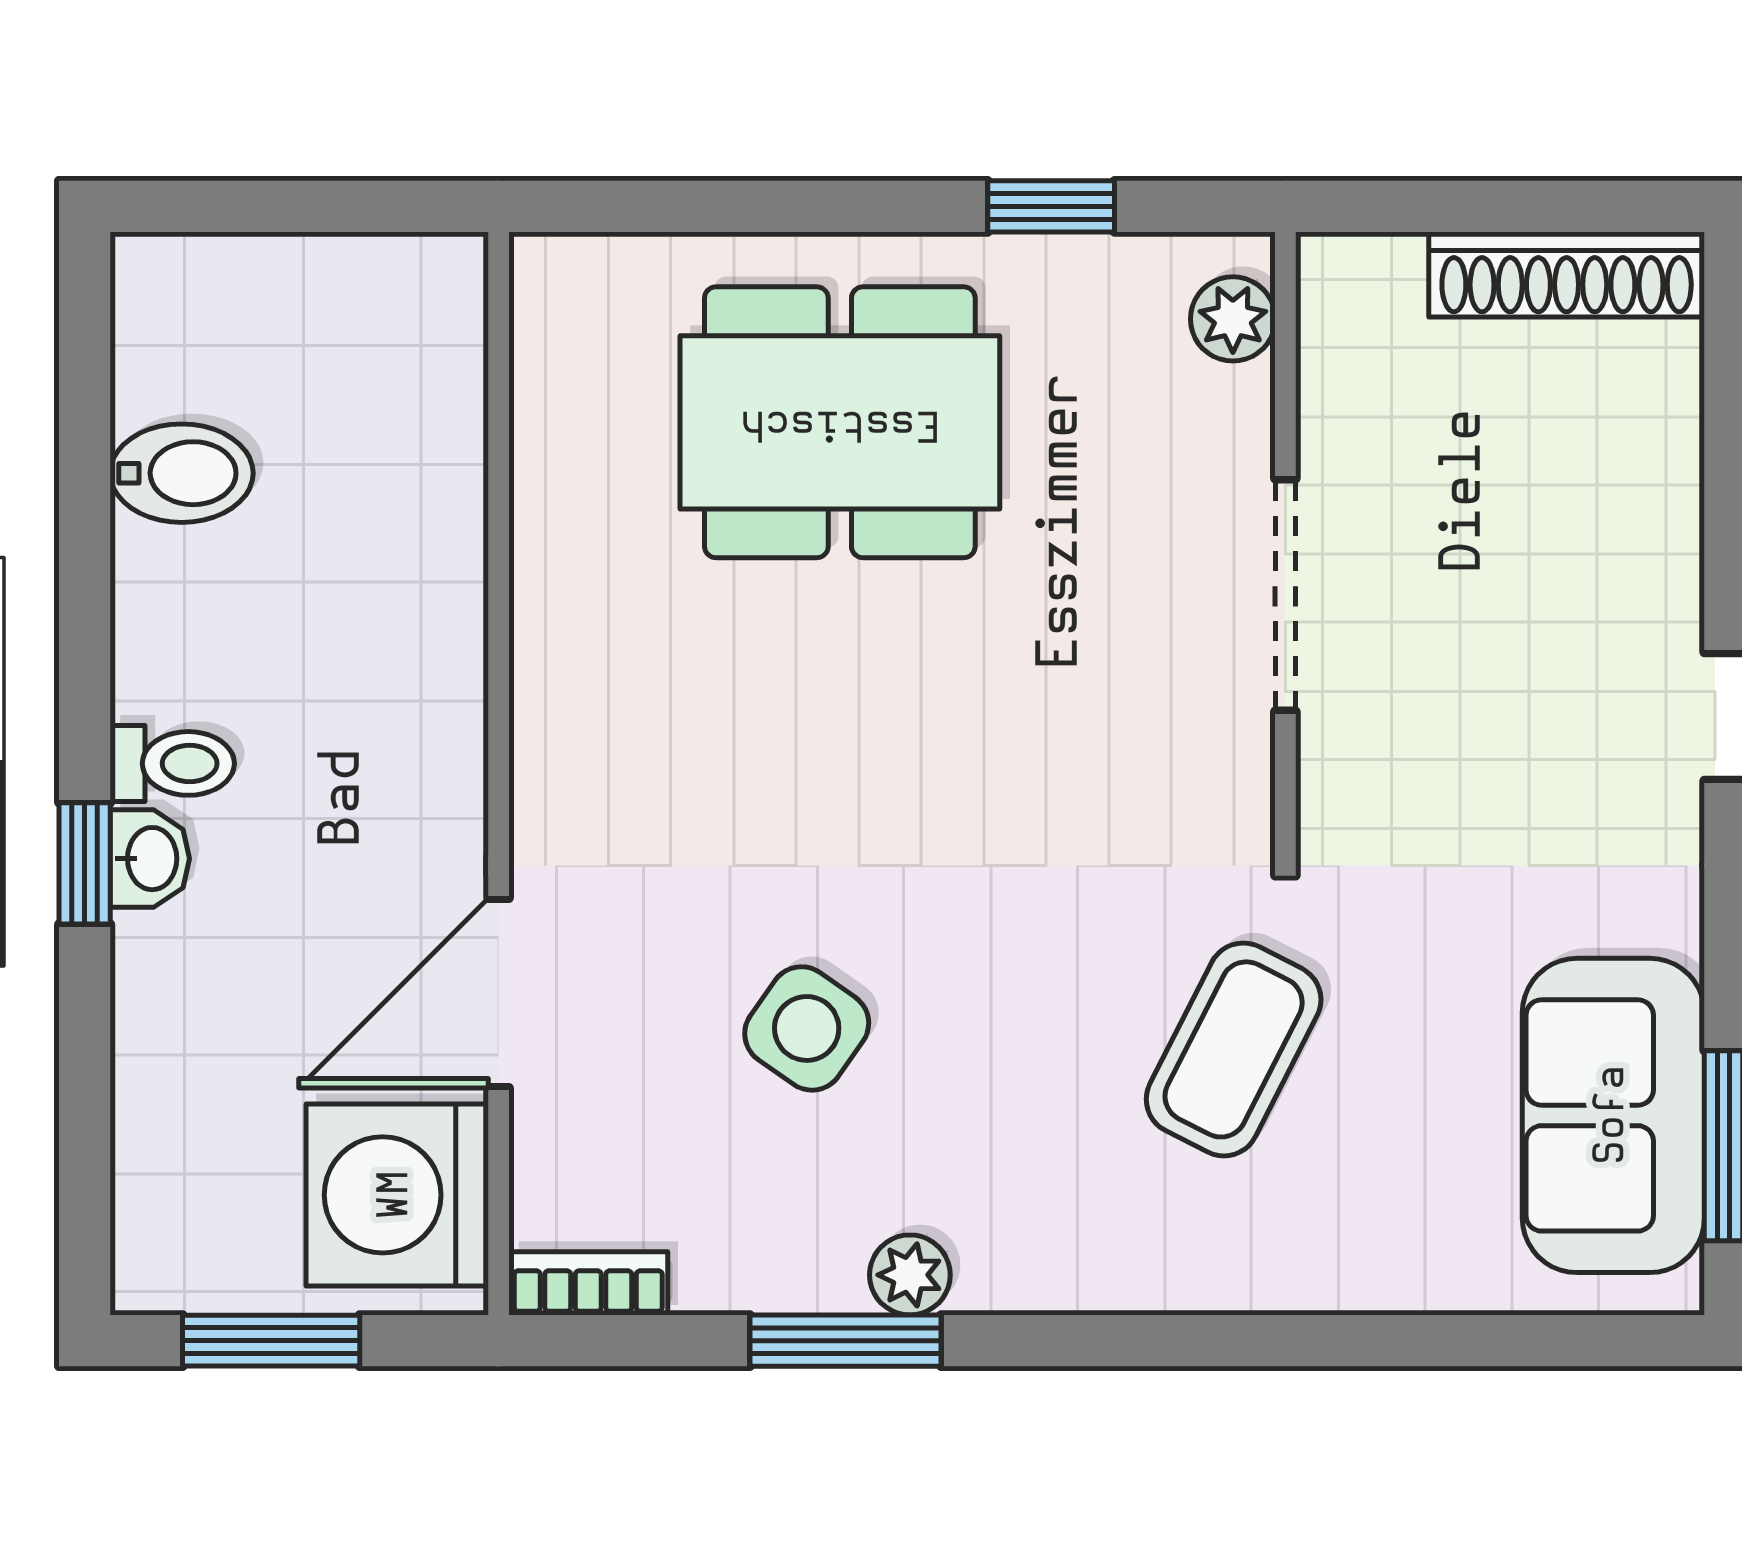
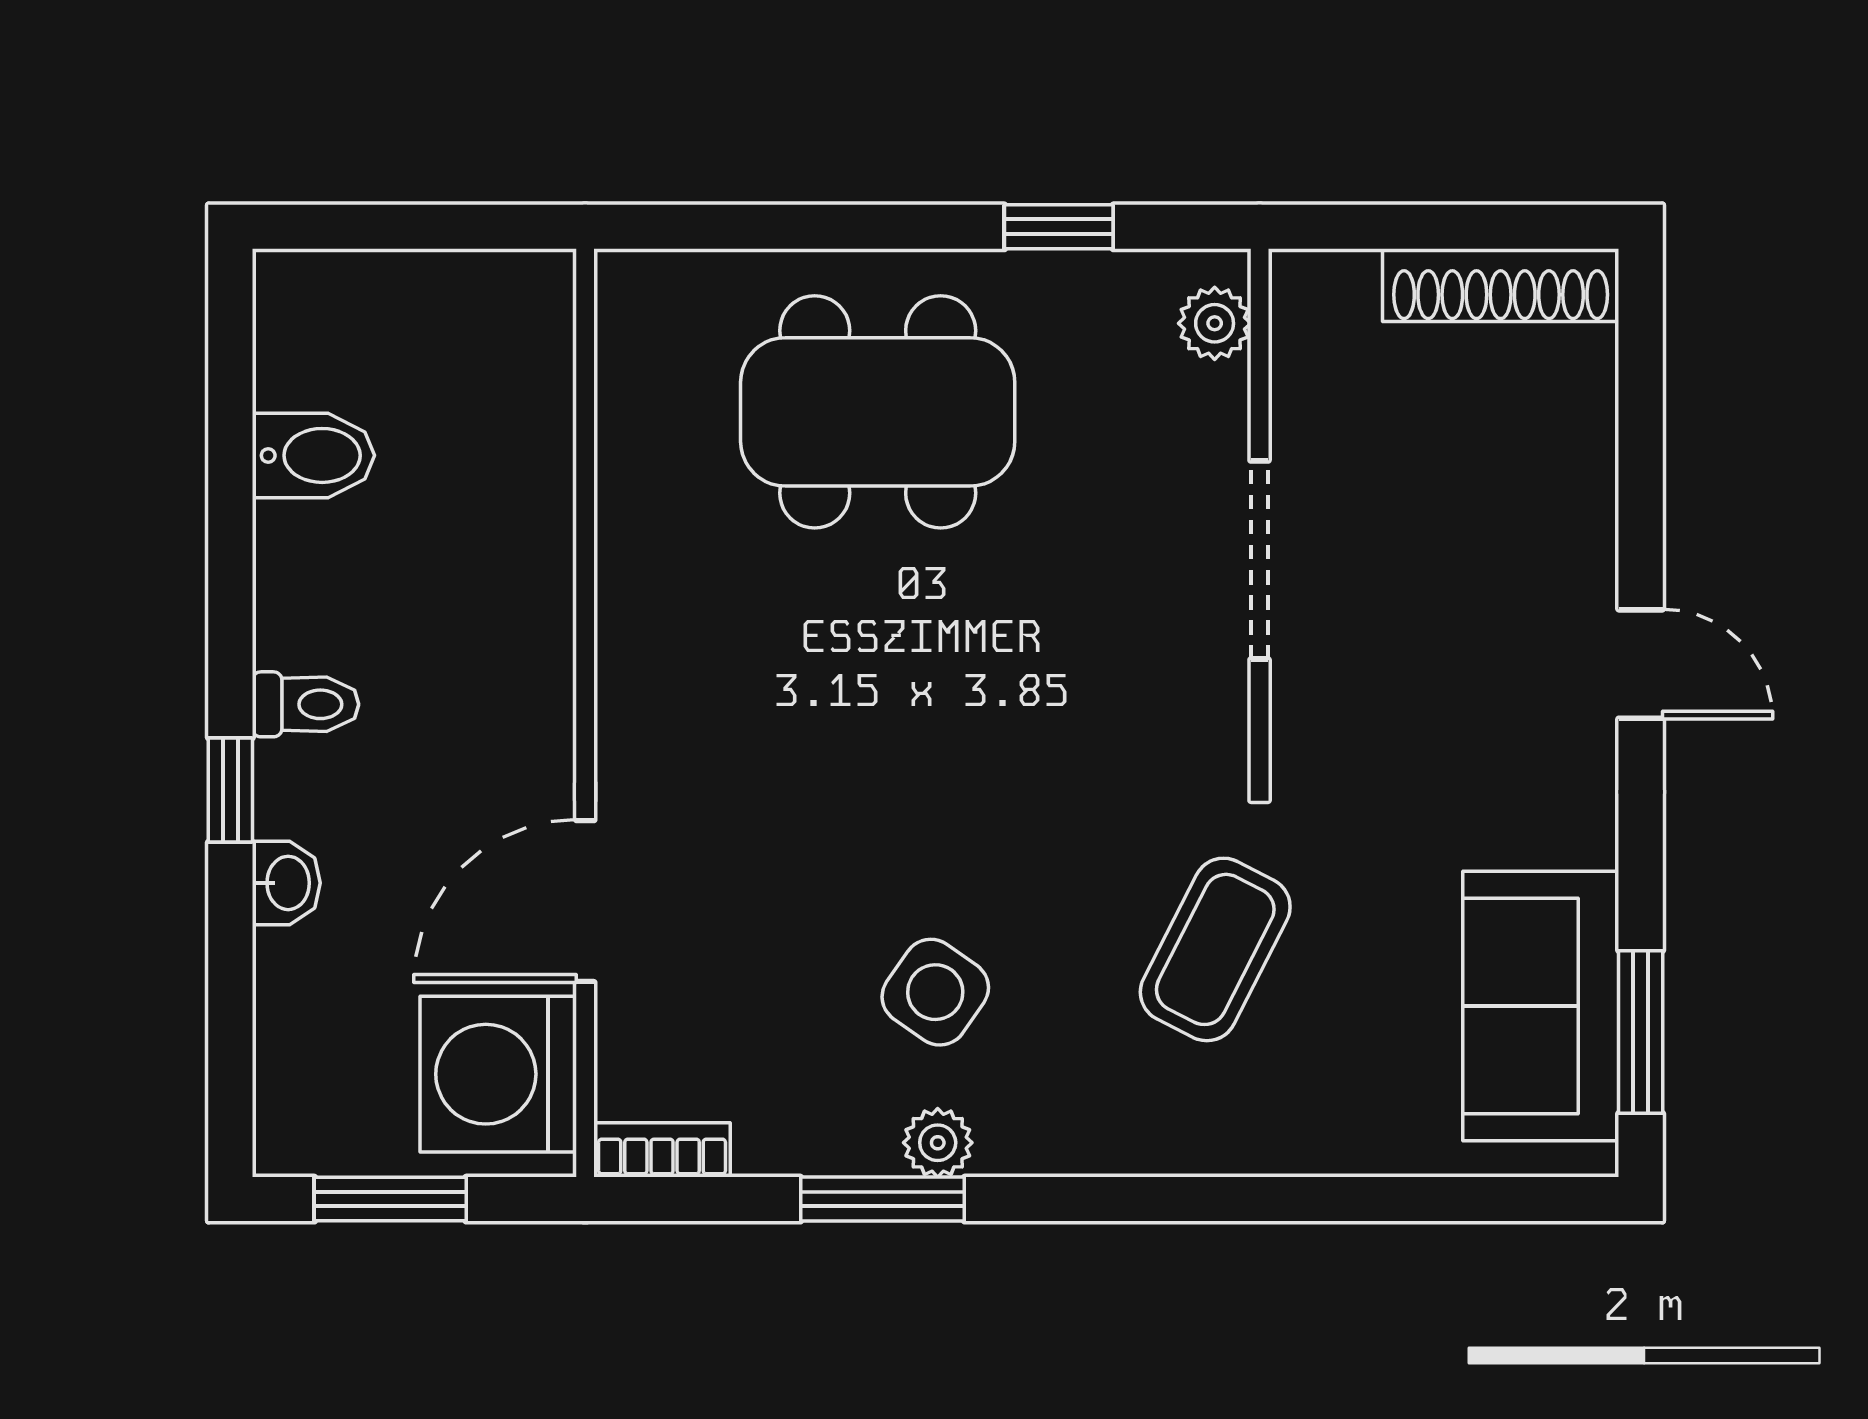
washbasin: (150, 859) -> (286, 883), moved
side table: (807, 1028) -> (935, 992), moved

